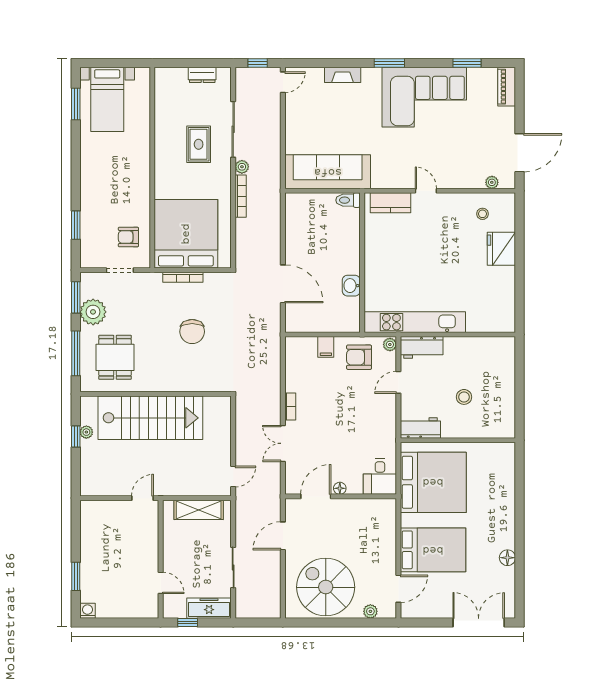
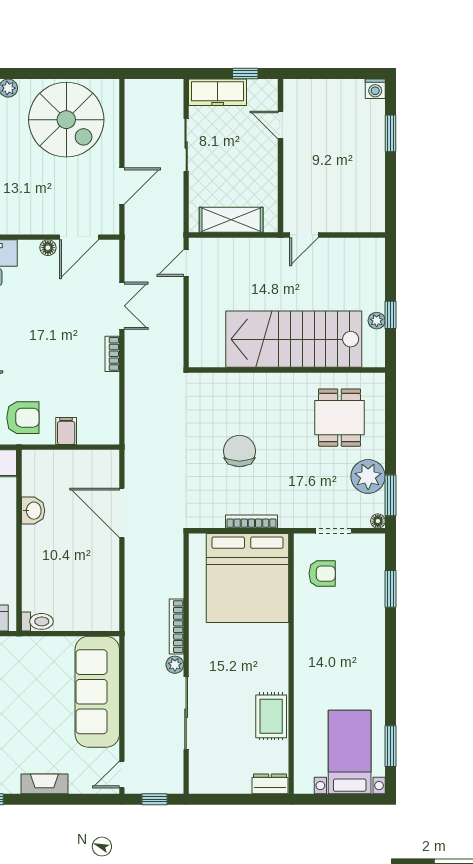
dresser: (202, 75) -> (270, 784), moved
rug: (199, 144) -> (271, 716), moved
sofa: (328, 172) -> (97, 692), moved, turned 90
floor lamp: (85, 278) -> (378, 521), added
window: (76, 353) -> (390, 423), removed

